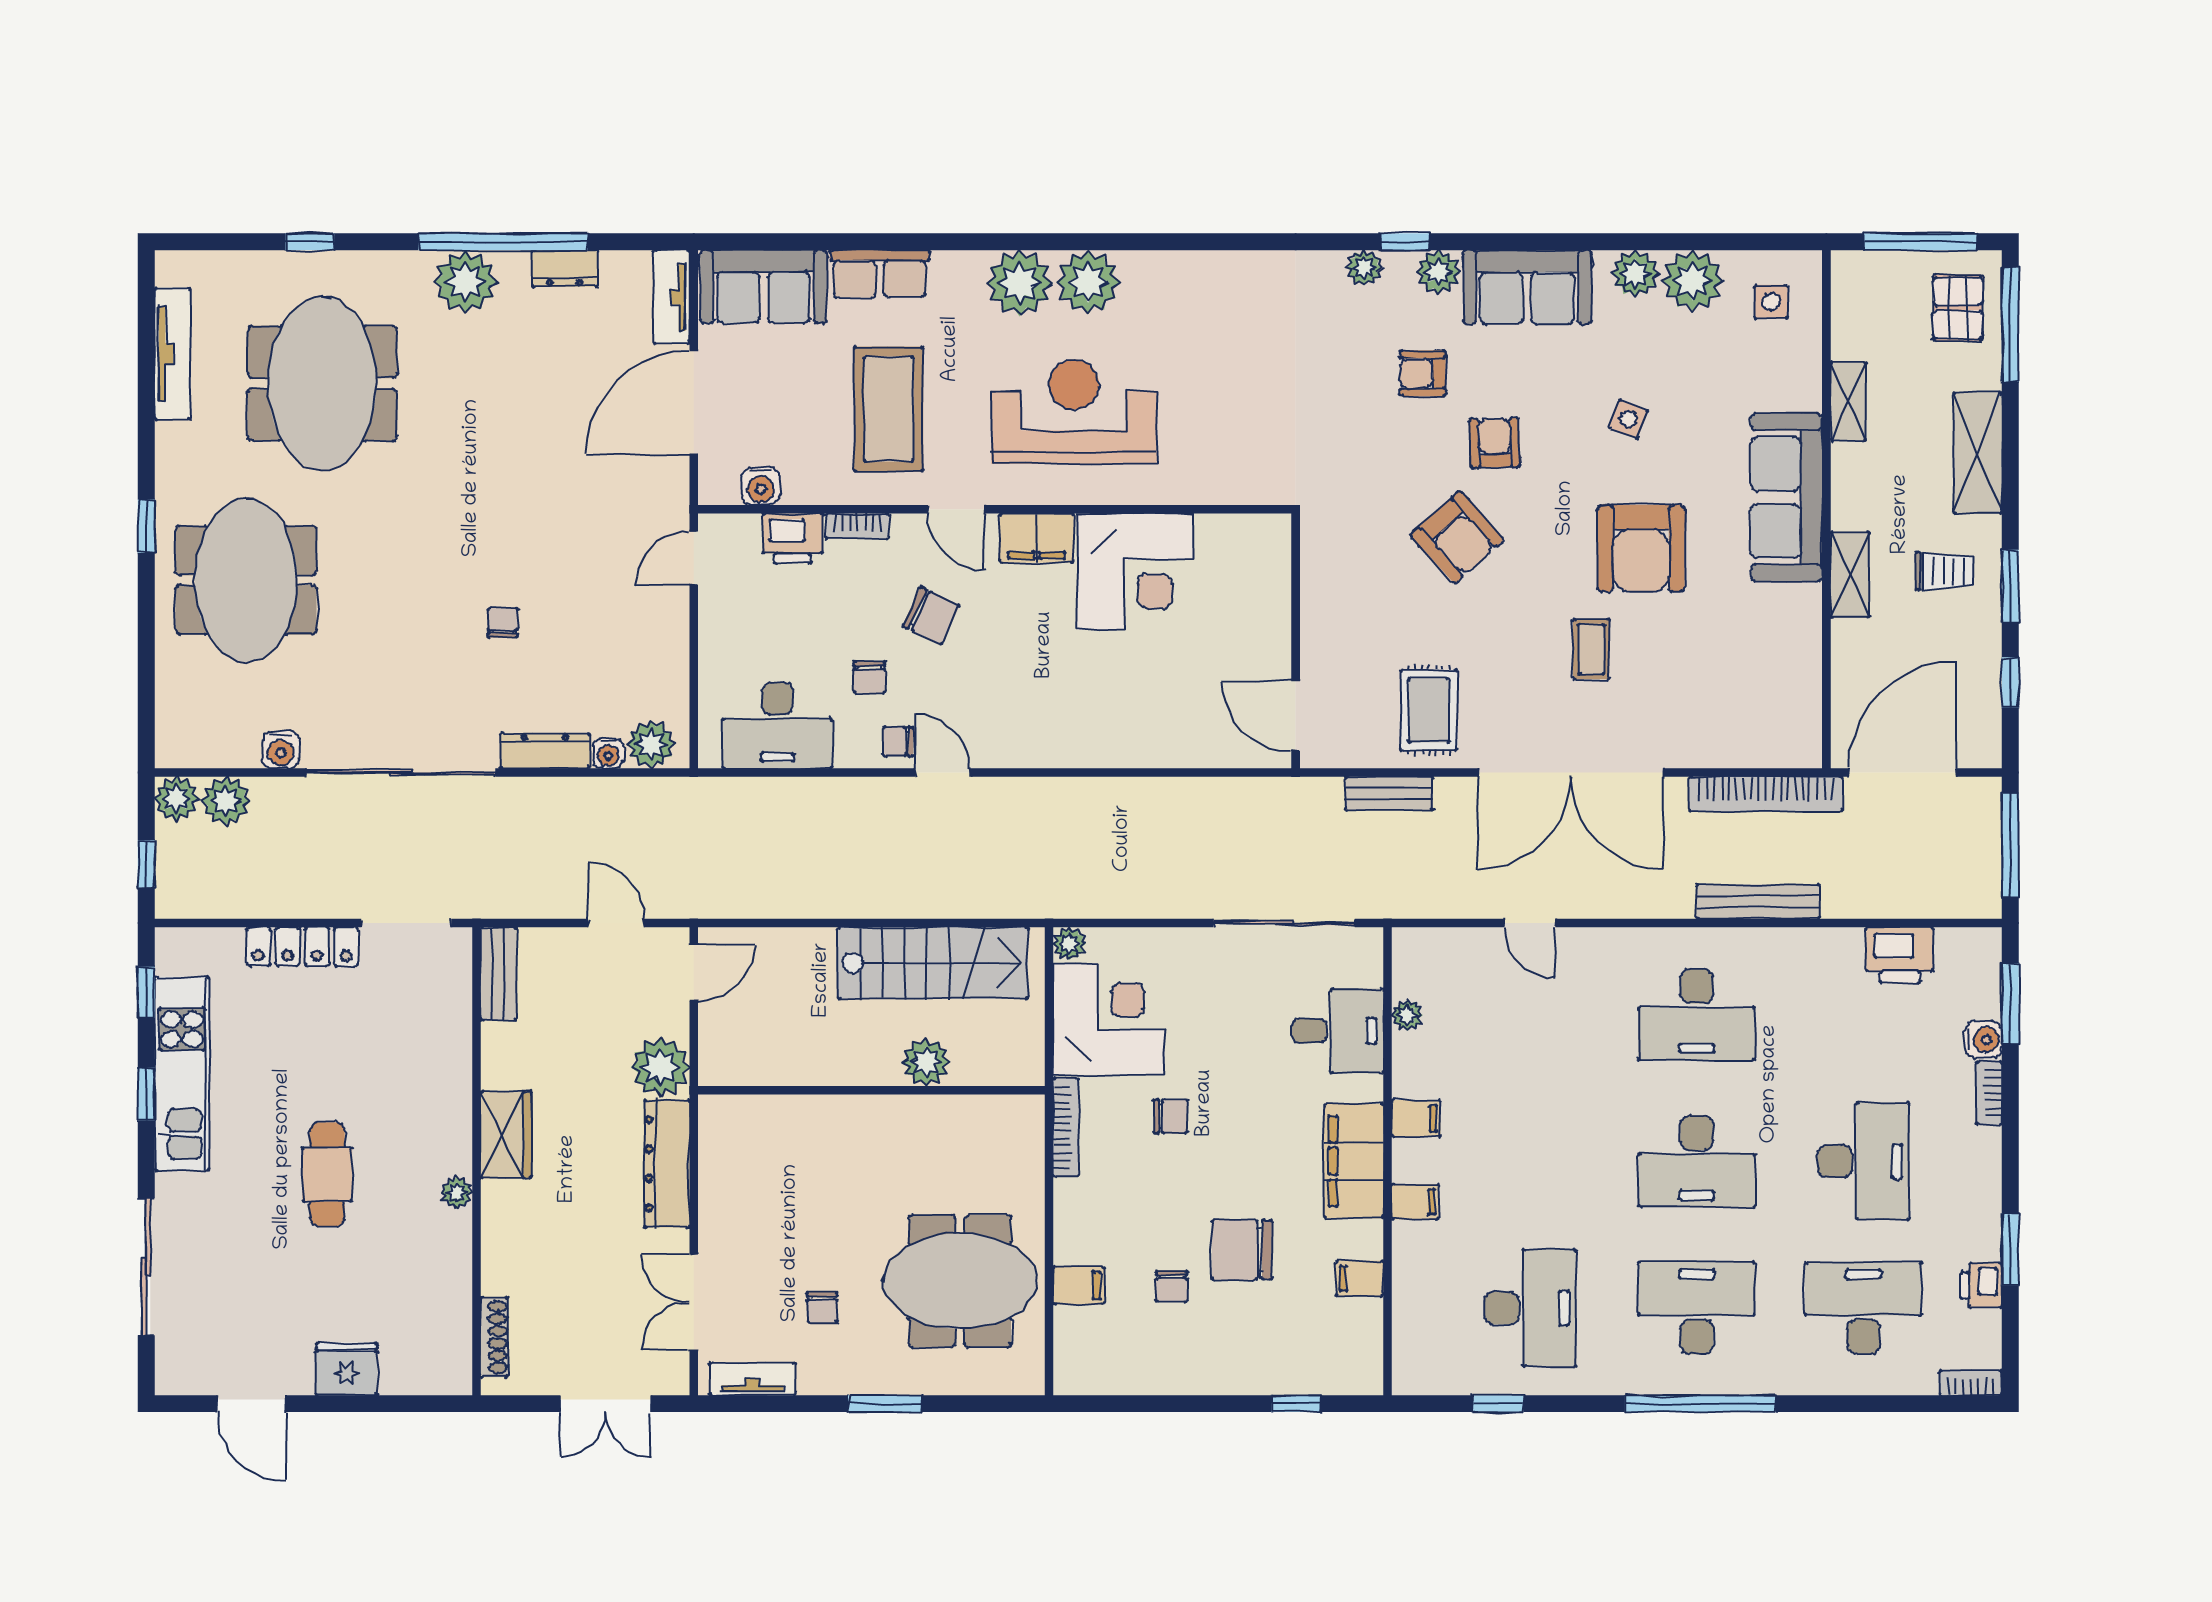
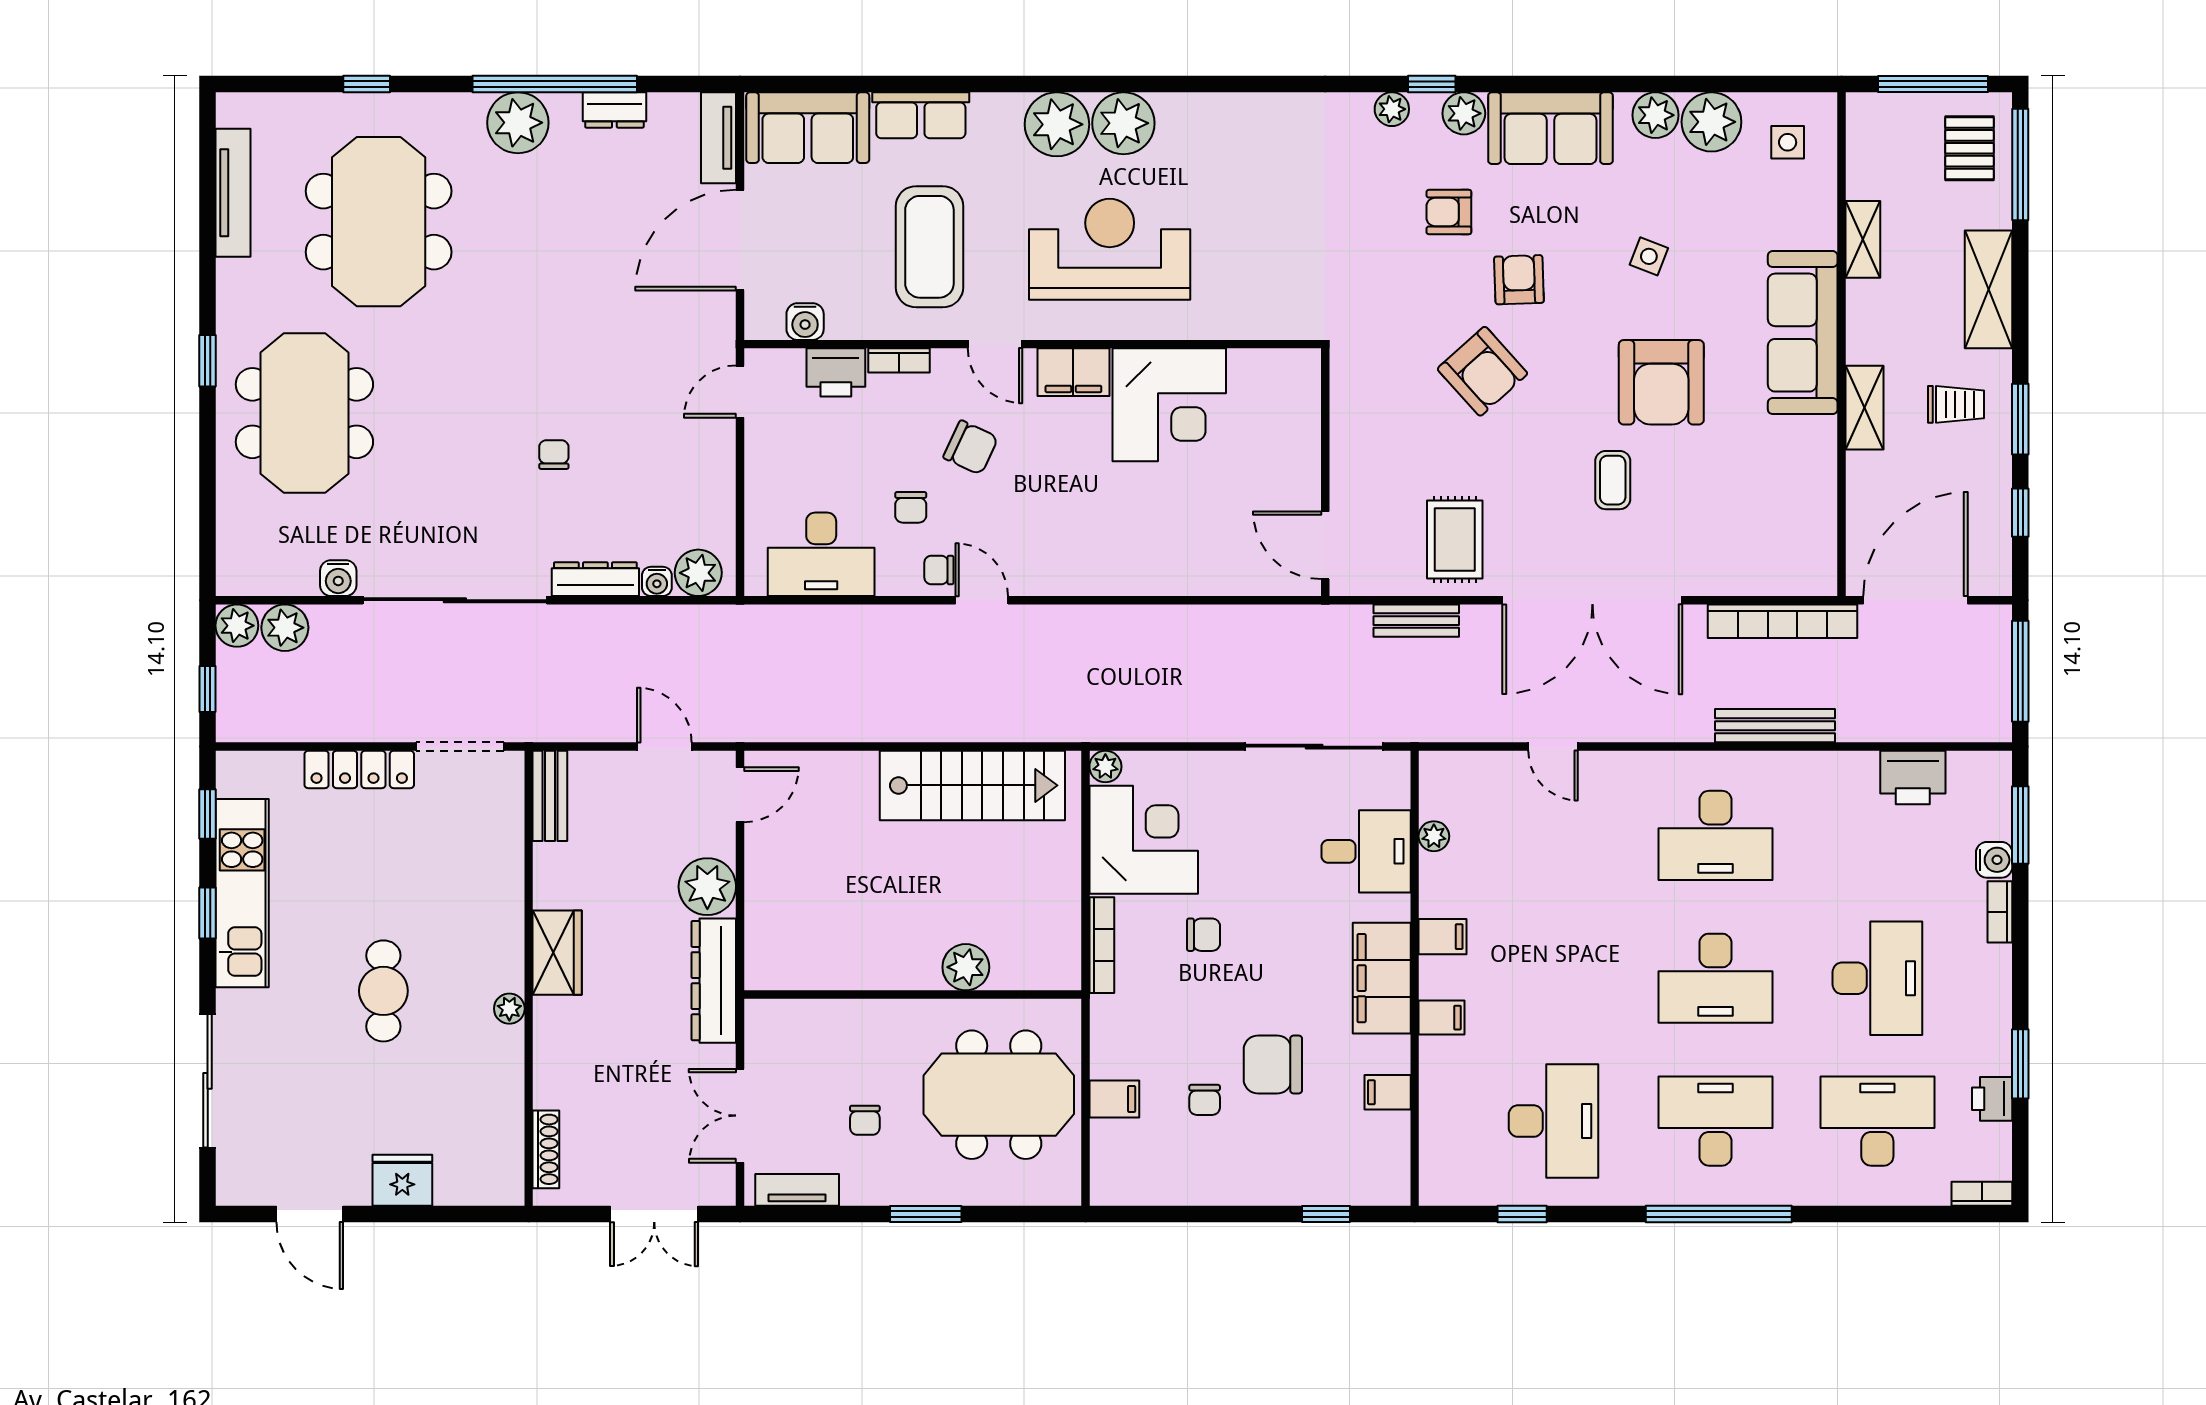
plant: (926, 1062) -> (966, 967), moved
wall: (871, 1090) -> (913, 994), moved

